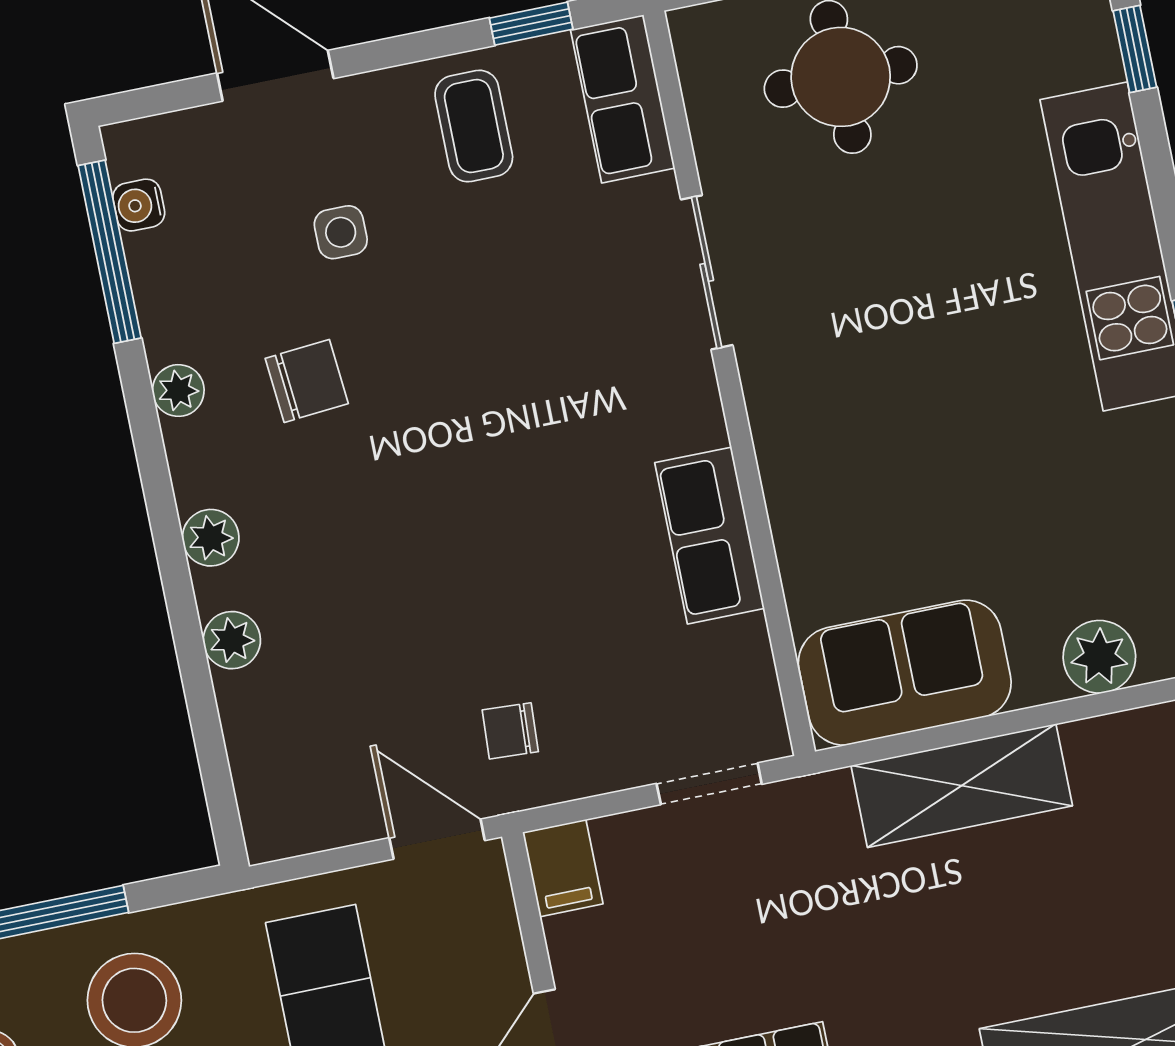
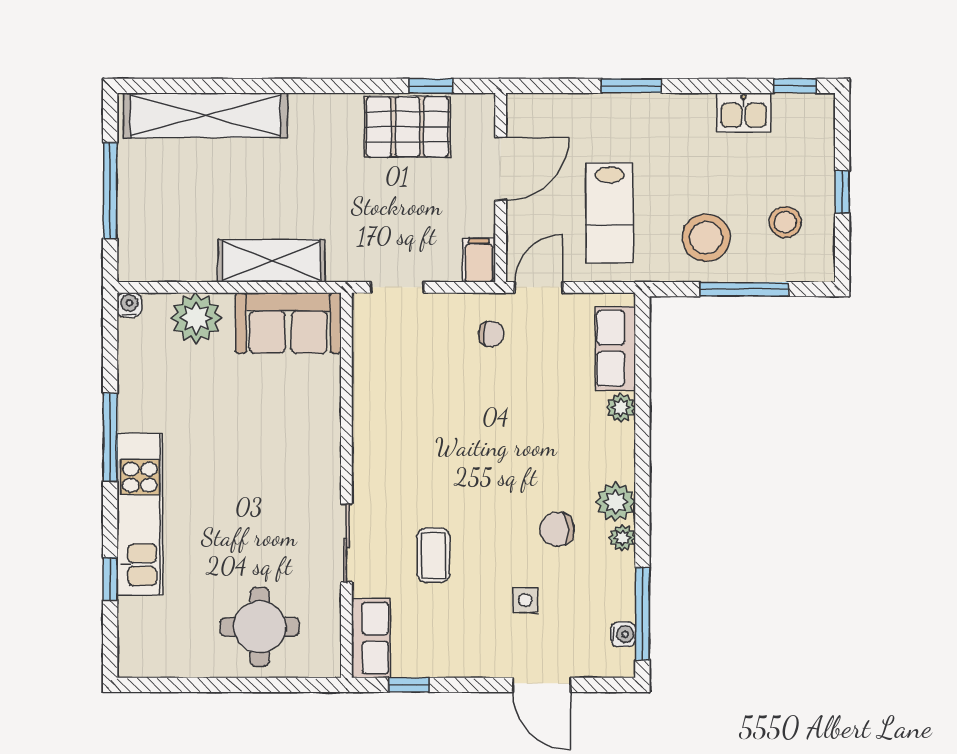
window: (1135, 49) -> (110, 579), moved
coffee table: (474, 126) -> (433, 555), moved
row of seats: (710, 536) -> (615, 348), moved, turned 180
plant: (211, 538) -> (616, 502), moved, width x1.38, depth x1.38
plant: (1099, 657) -> (196, 318), width x1.36, depth x1.36
door: (437, 839) -> (539, 287), swing flipped

